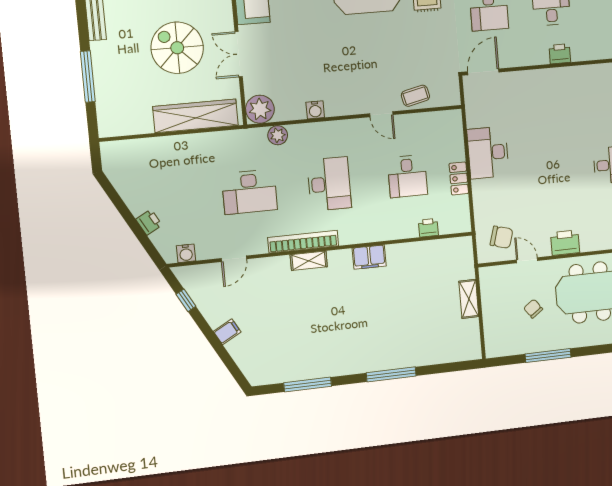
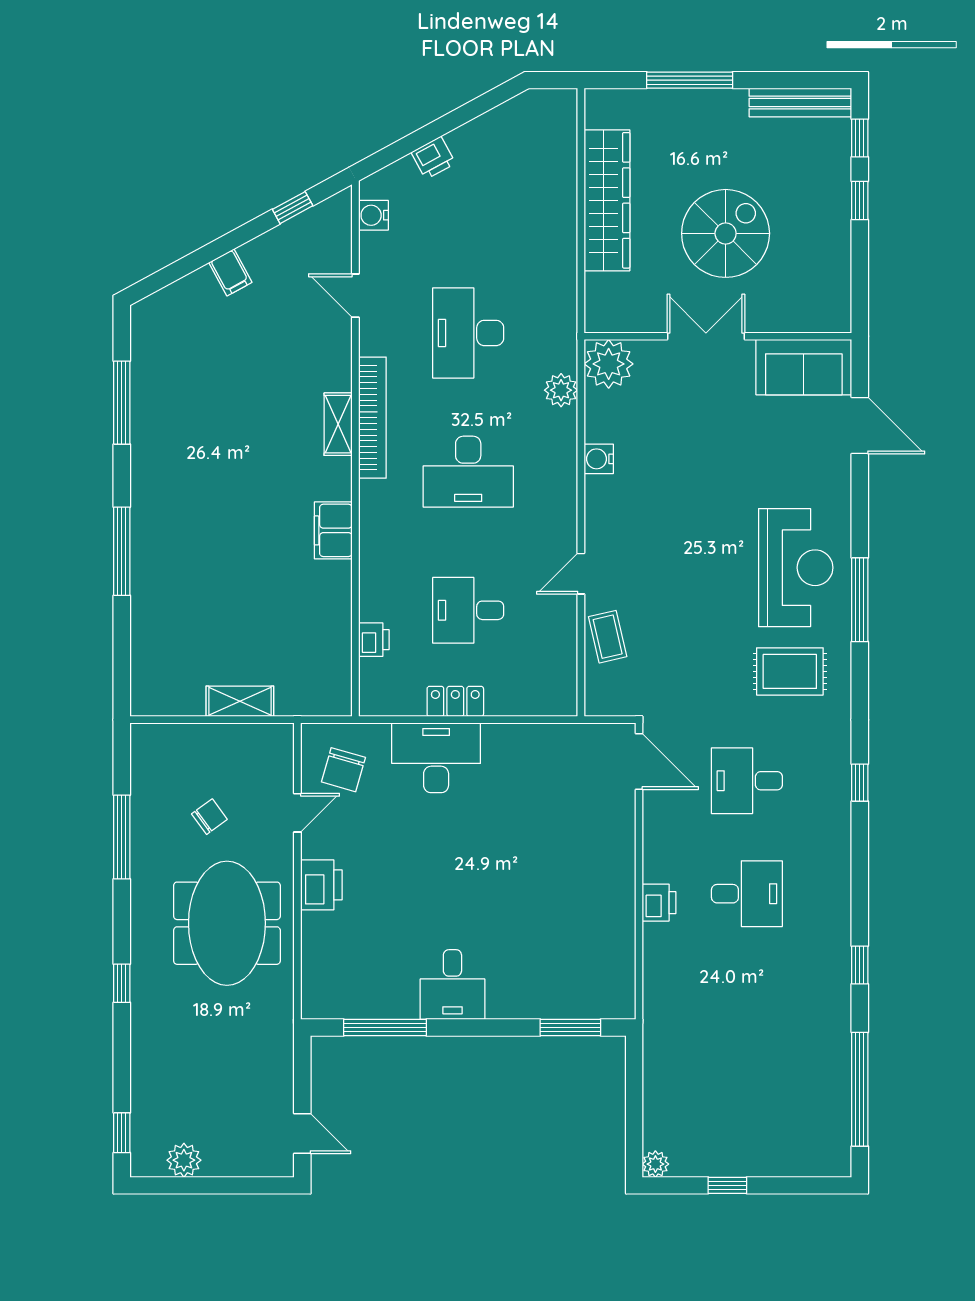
wardrobe: (196, 116) -> (607, 200), moved
desk: (488, 153) -> (436, 758), moved

